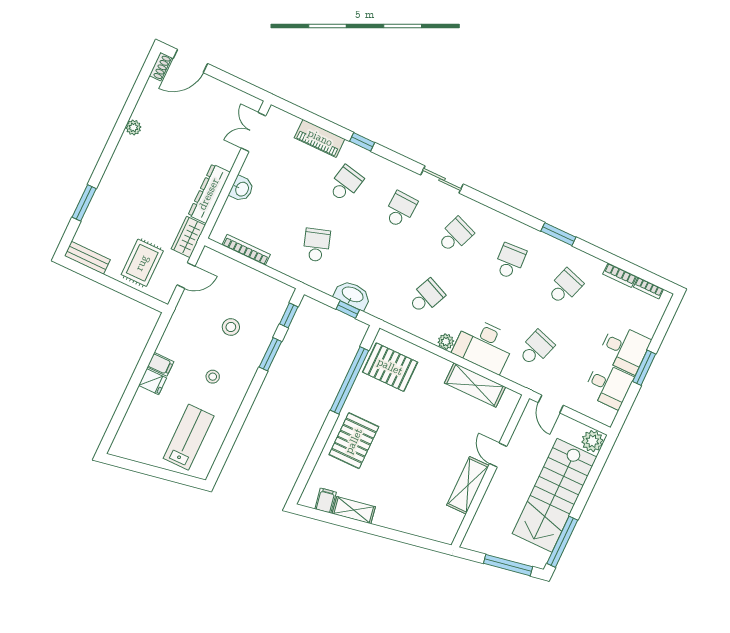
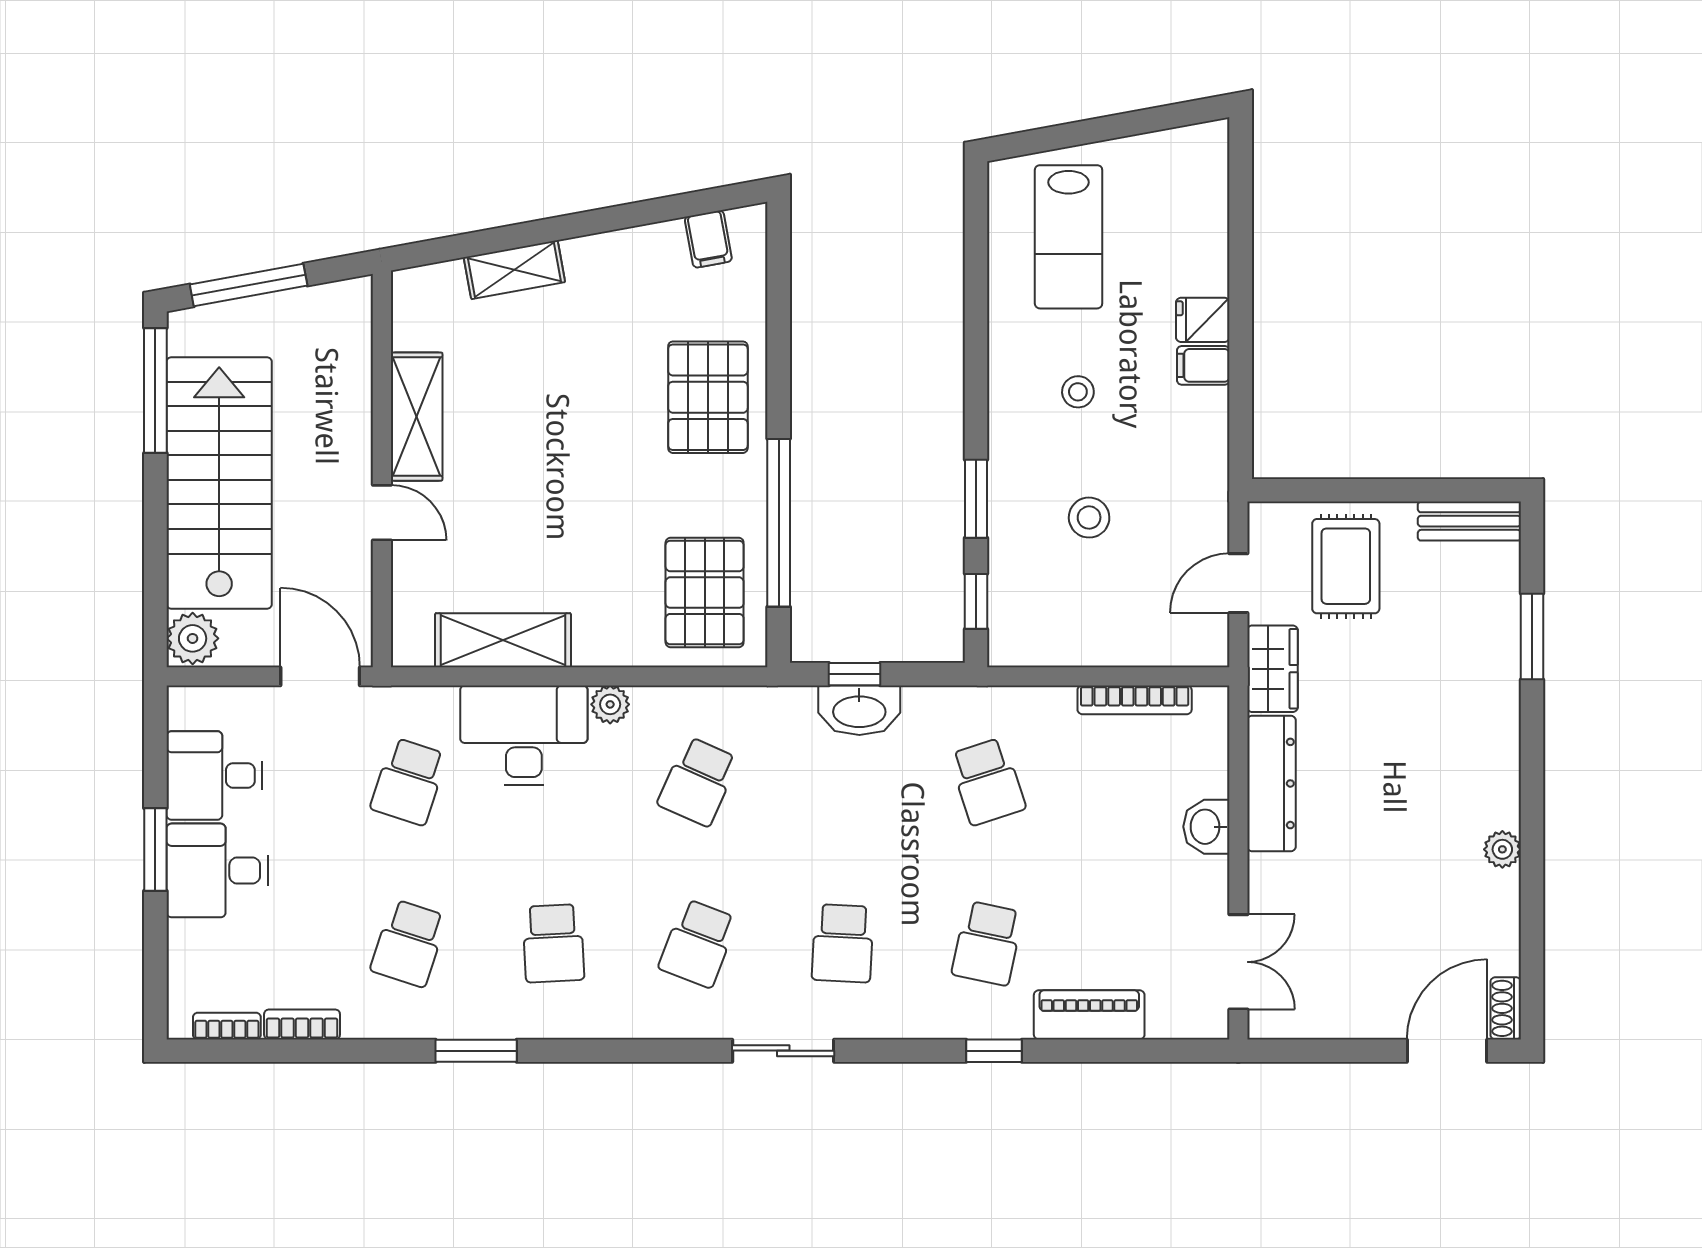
pallet: (390, 367) -> (705, 593), turned 90
door: (551, 404) -> (320, 676), width x1.38
shelving: (354, 510) -> (514, 270), moved

